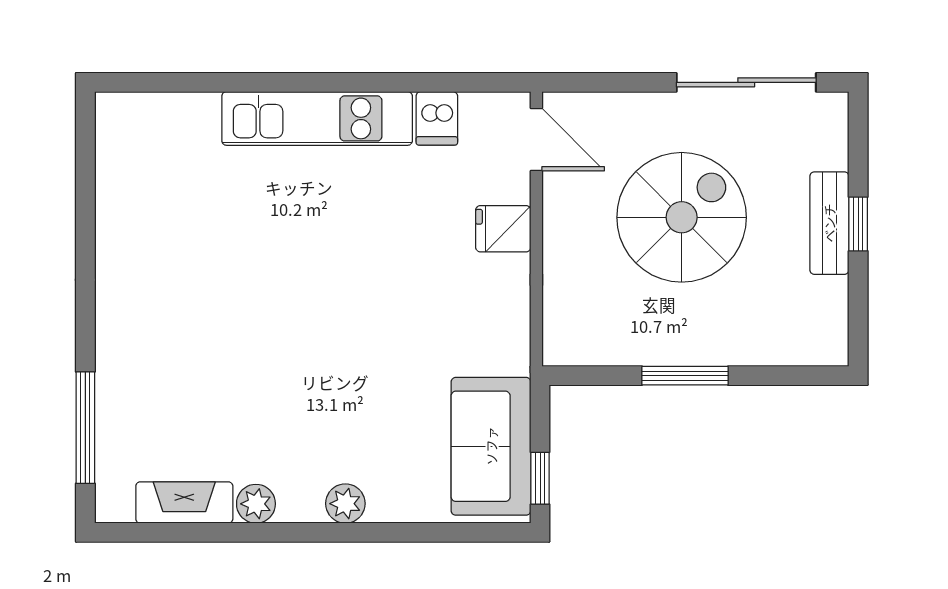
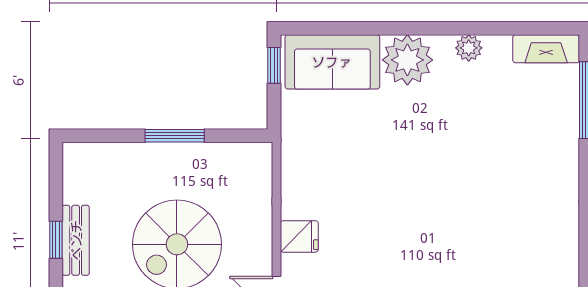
sofa: (491, 446) -> (332, 62), moved, turned 90
fireplace: (184, 502) -> (546, 49), moved
plant: (345, 504) -> (407, 60), width x1.88, depth x1.88

